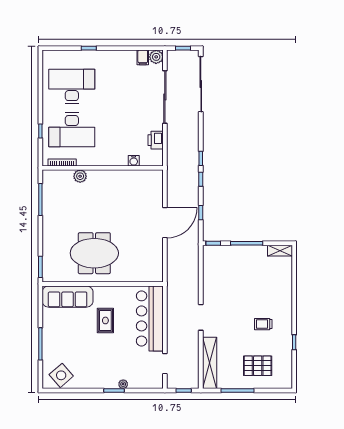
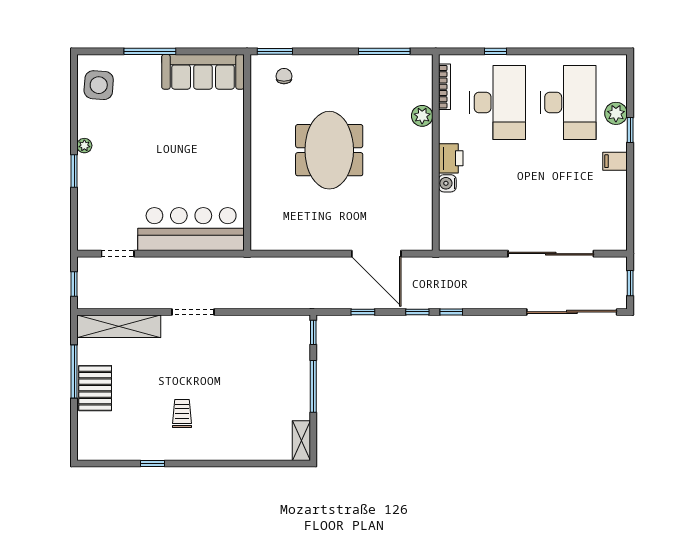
filing cabinet: (143, 57) -> (615, 161), moved
plant: (156, 57) -> (616, 113), moved
desk: (72, 130) -> (498, 102), turned 180
printer: (156, 140) -> (451, 158), moved, turned 90
water cooler: (134, 161) -> (447, 183), moved
door: (165, 223) -> (376, 254), moved
meeting table: (94, 253) -> (329, 150), moved
chair: (56, 261) -> (284, 76), added
sofa: (68, 297) -> (203, 72), moved, turned -90
rug: (105, 320) -> (188, 157), removed
pallet: (258, 366) -> (95, 388), moved
side table: (61, 375) -> (99, 85), turned 45
plant: (123, 384) -> (84, 146), moved

